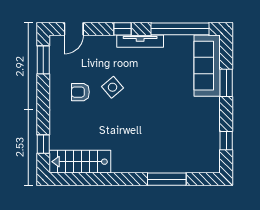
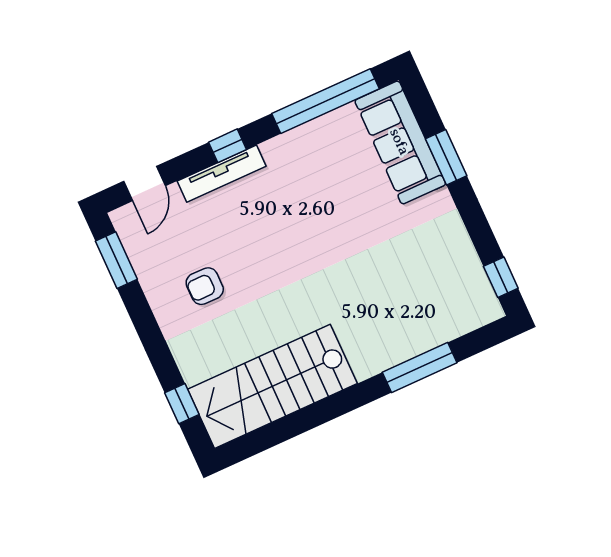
tv unit: (140, 41) -> (222, 174), moved
side table: (113, 87) -> (256, 253), removed
window: (226, 141) -> (501, 277), moved
stairs: (80, 162) -> (272, 386), width x1.36, depth x1.51

